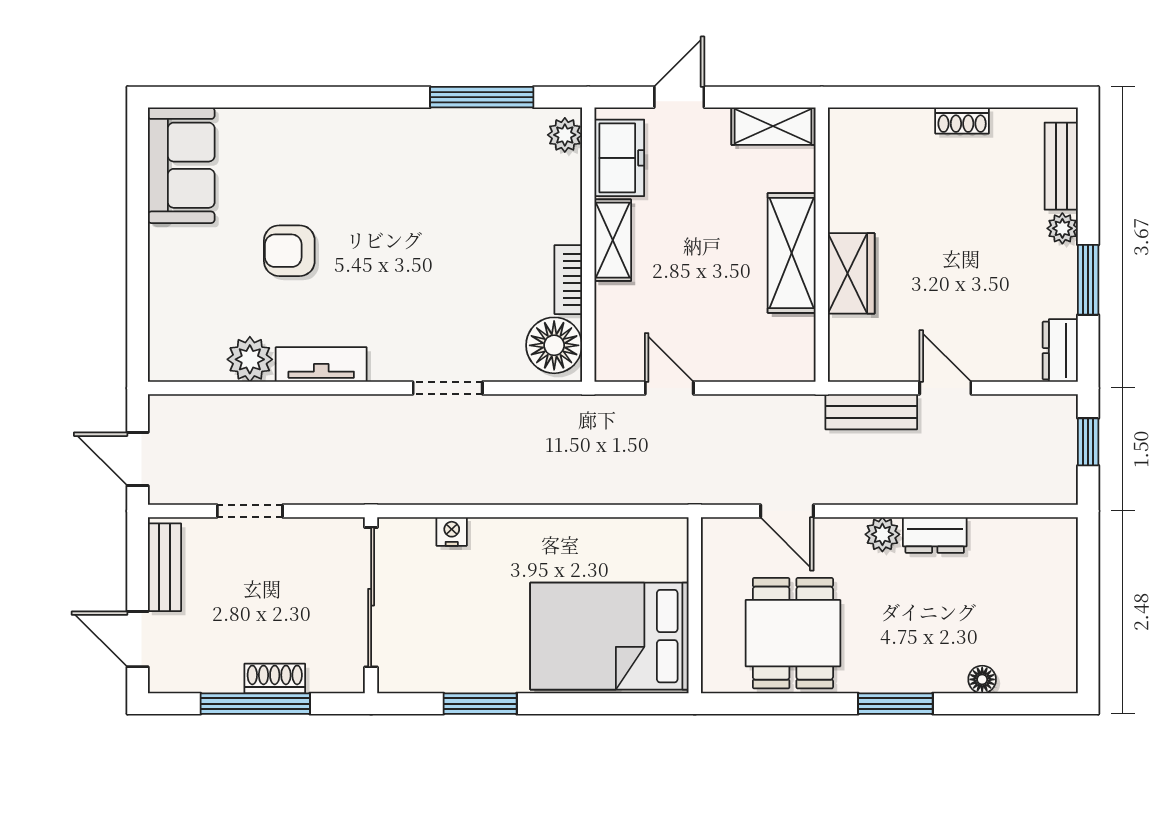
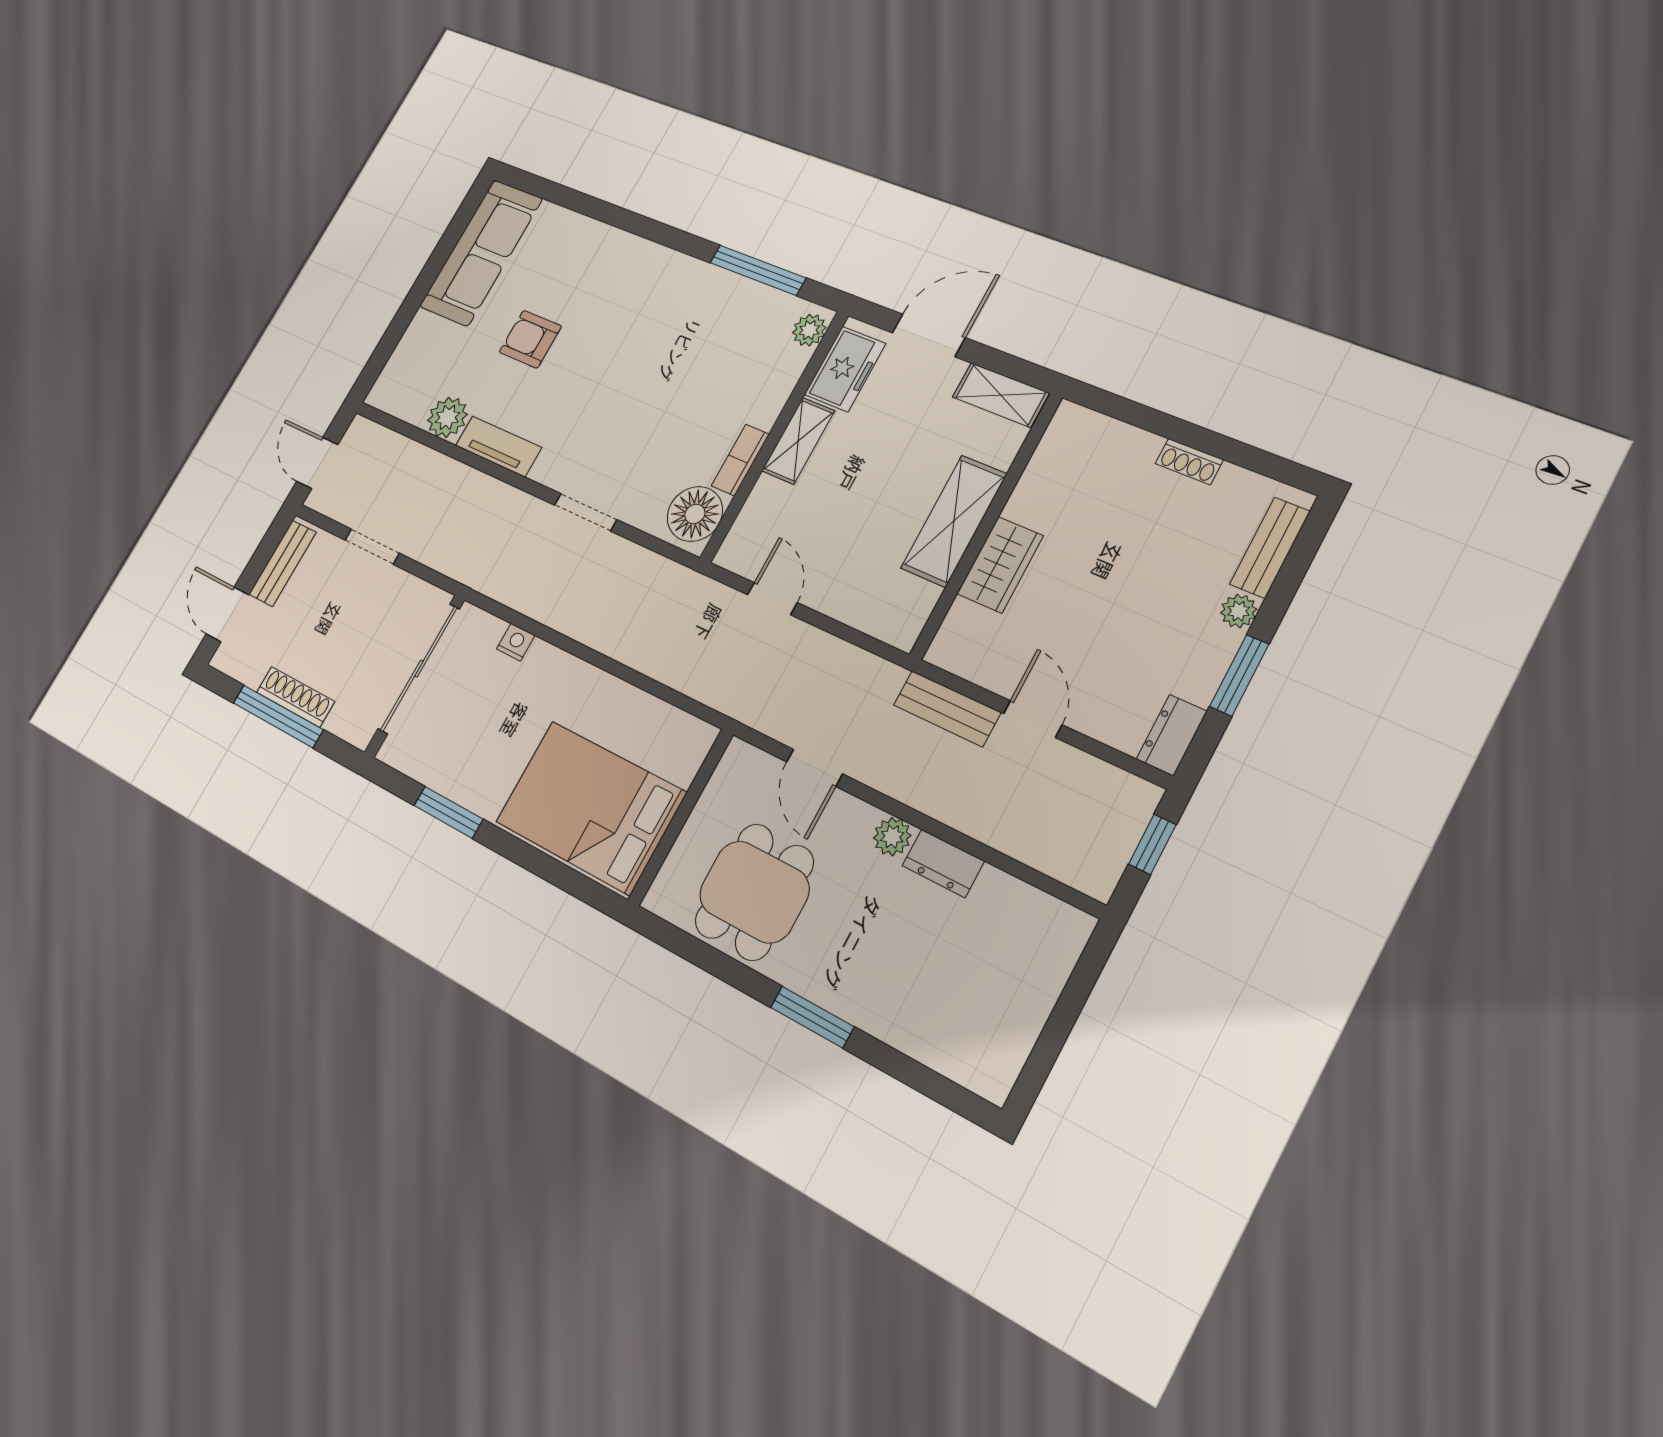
door: (679, 97) -> (929, 335), width x1.38
sofa: (181, 165) -> (481, 253), width x1.36
shoe rack: (275, 679) -> (295, 697), width x1.43
floor lamp: (982, 679) -> (911, 1039), removed

